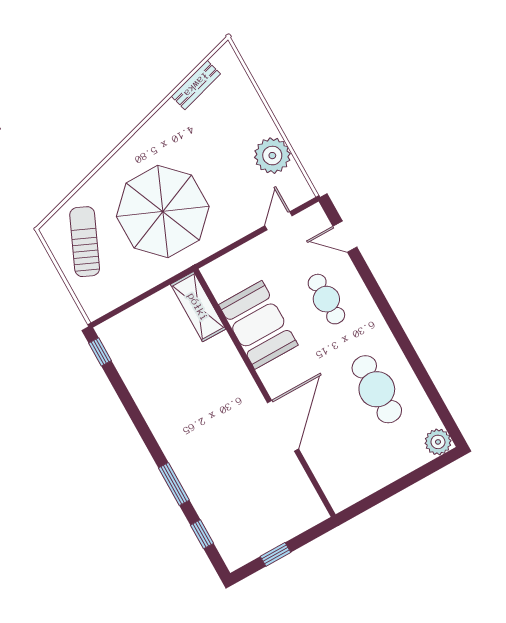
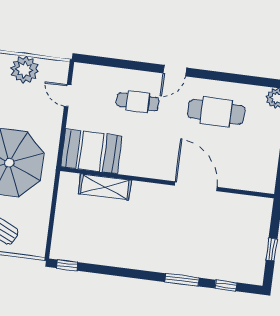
door: (345, 237) -> (175, 71), moved
shelving: (198, 307) -> (105, 187), moved
booth: (258, 325) -> (91, 151), moved

